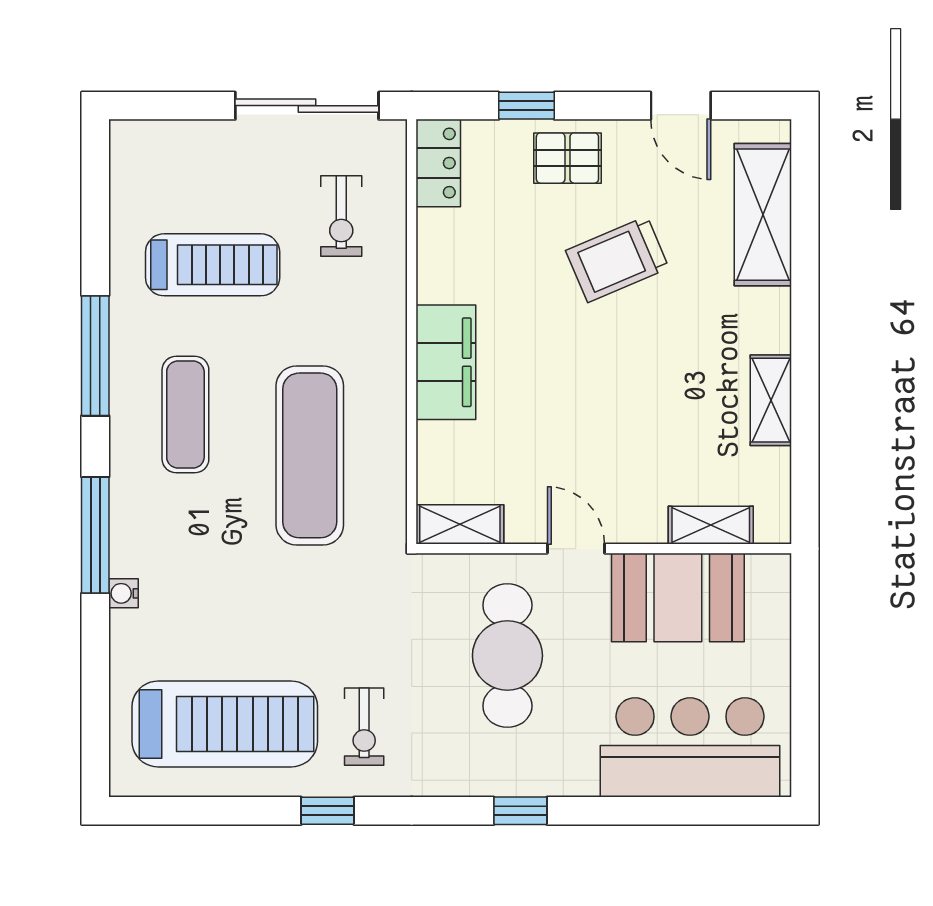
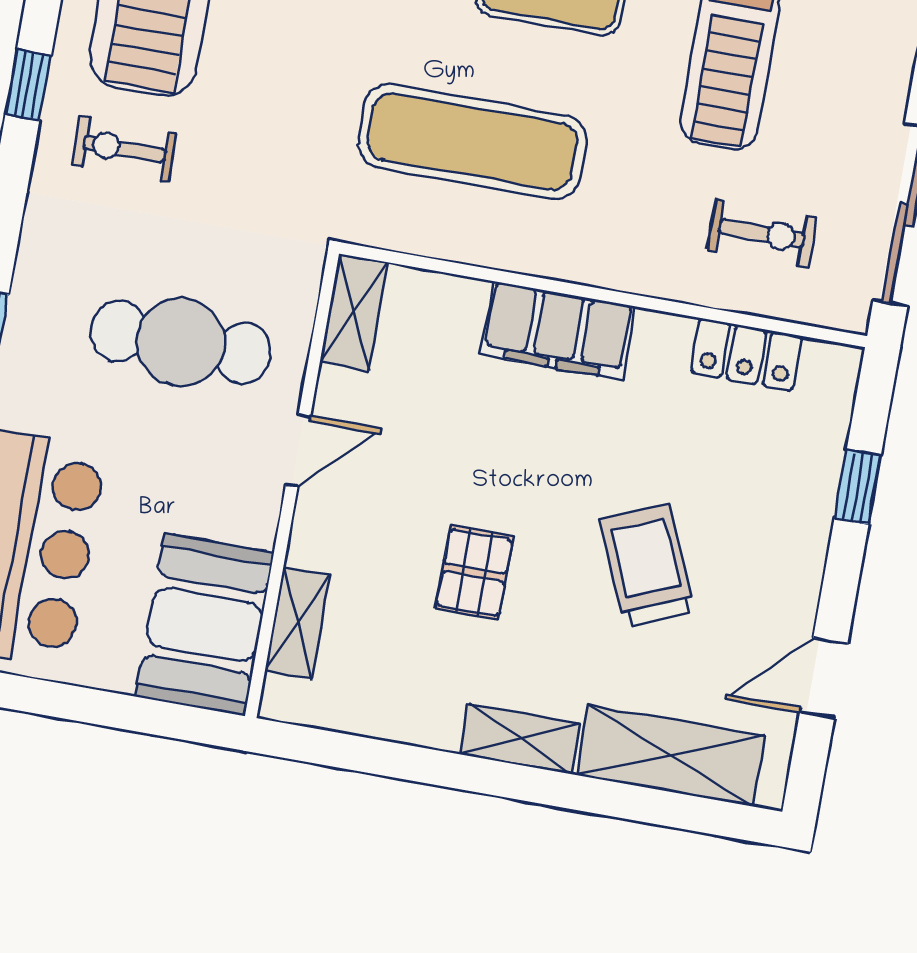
pallet: (567, 158) -> (474, 573), moved
locker: (438, 163) -> (746, 354), moved
exercise bike: (341, 216) -> (762, 233), turned 180
shelving: (771, 400) -> (520, 739), moved
booth: (678, 598) -> (205, 624), moved

